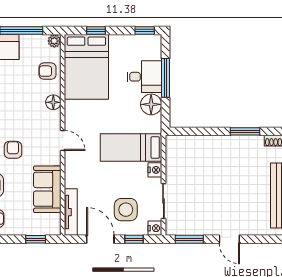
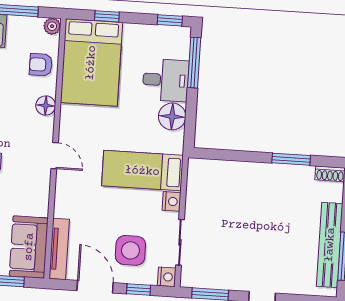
window: (165, 78) -> (194, 63), moved
sofa: (47, 189) -> (29, 247), moved

